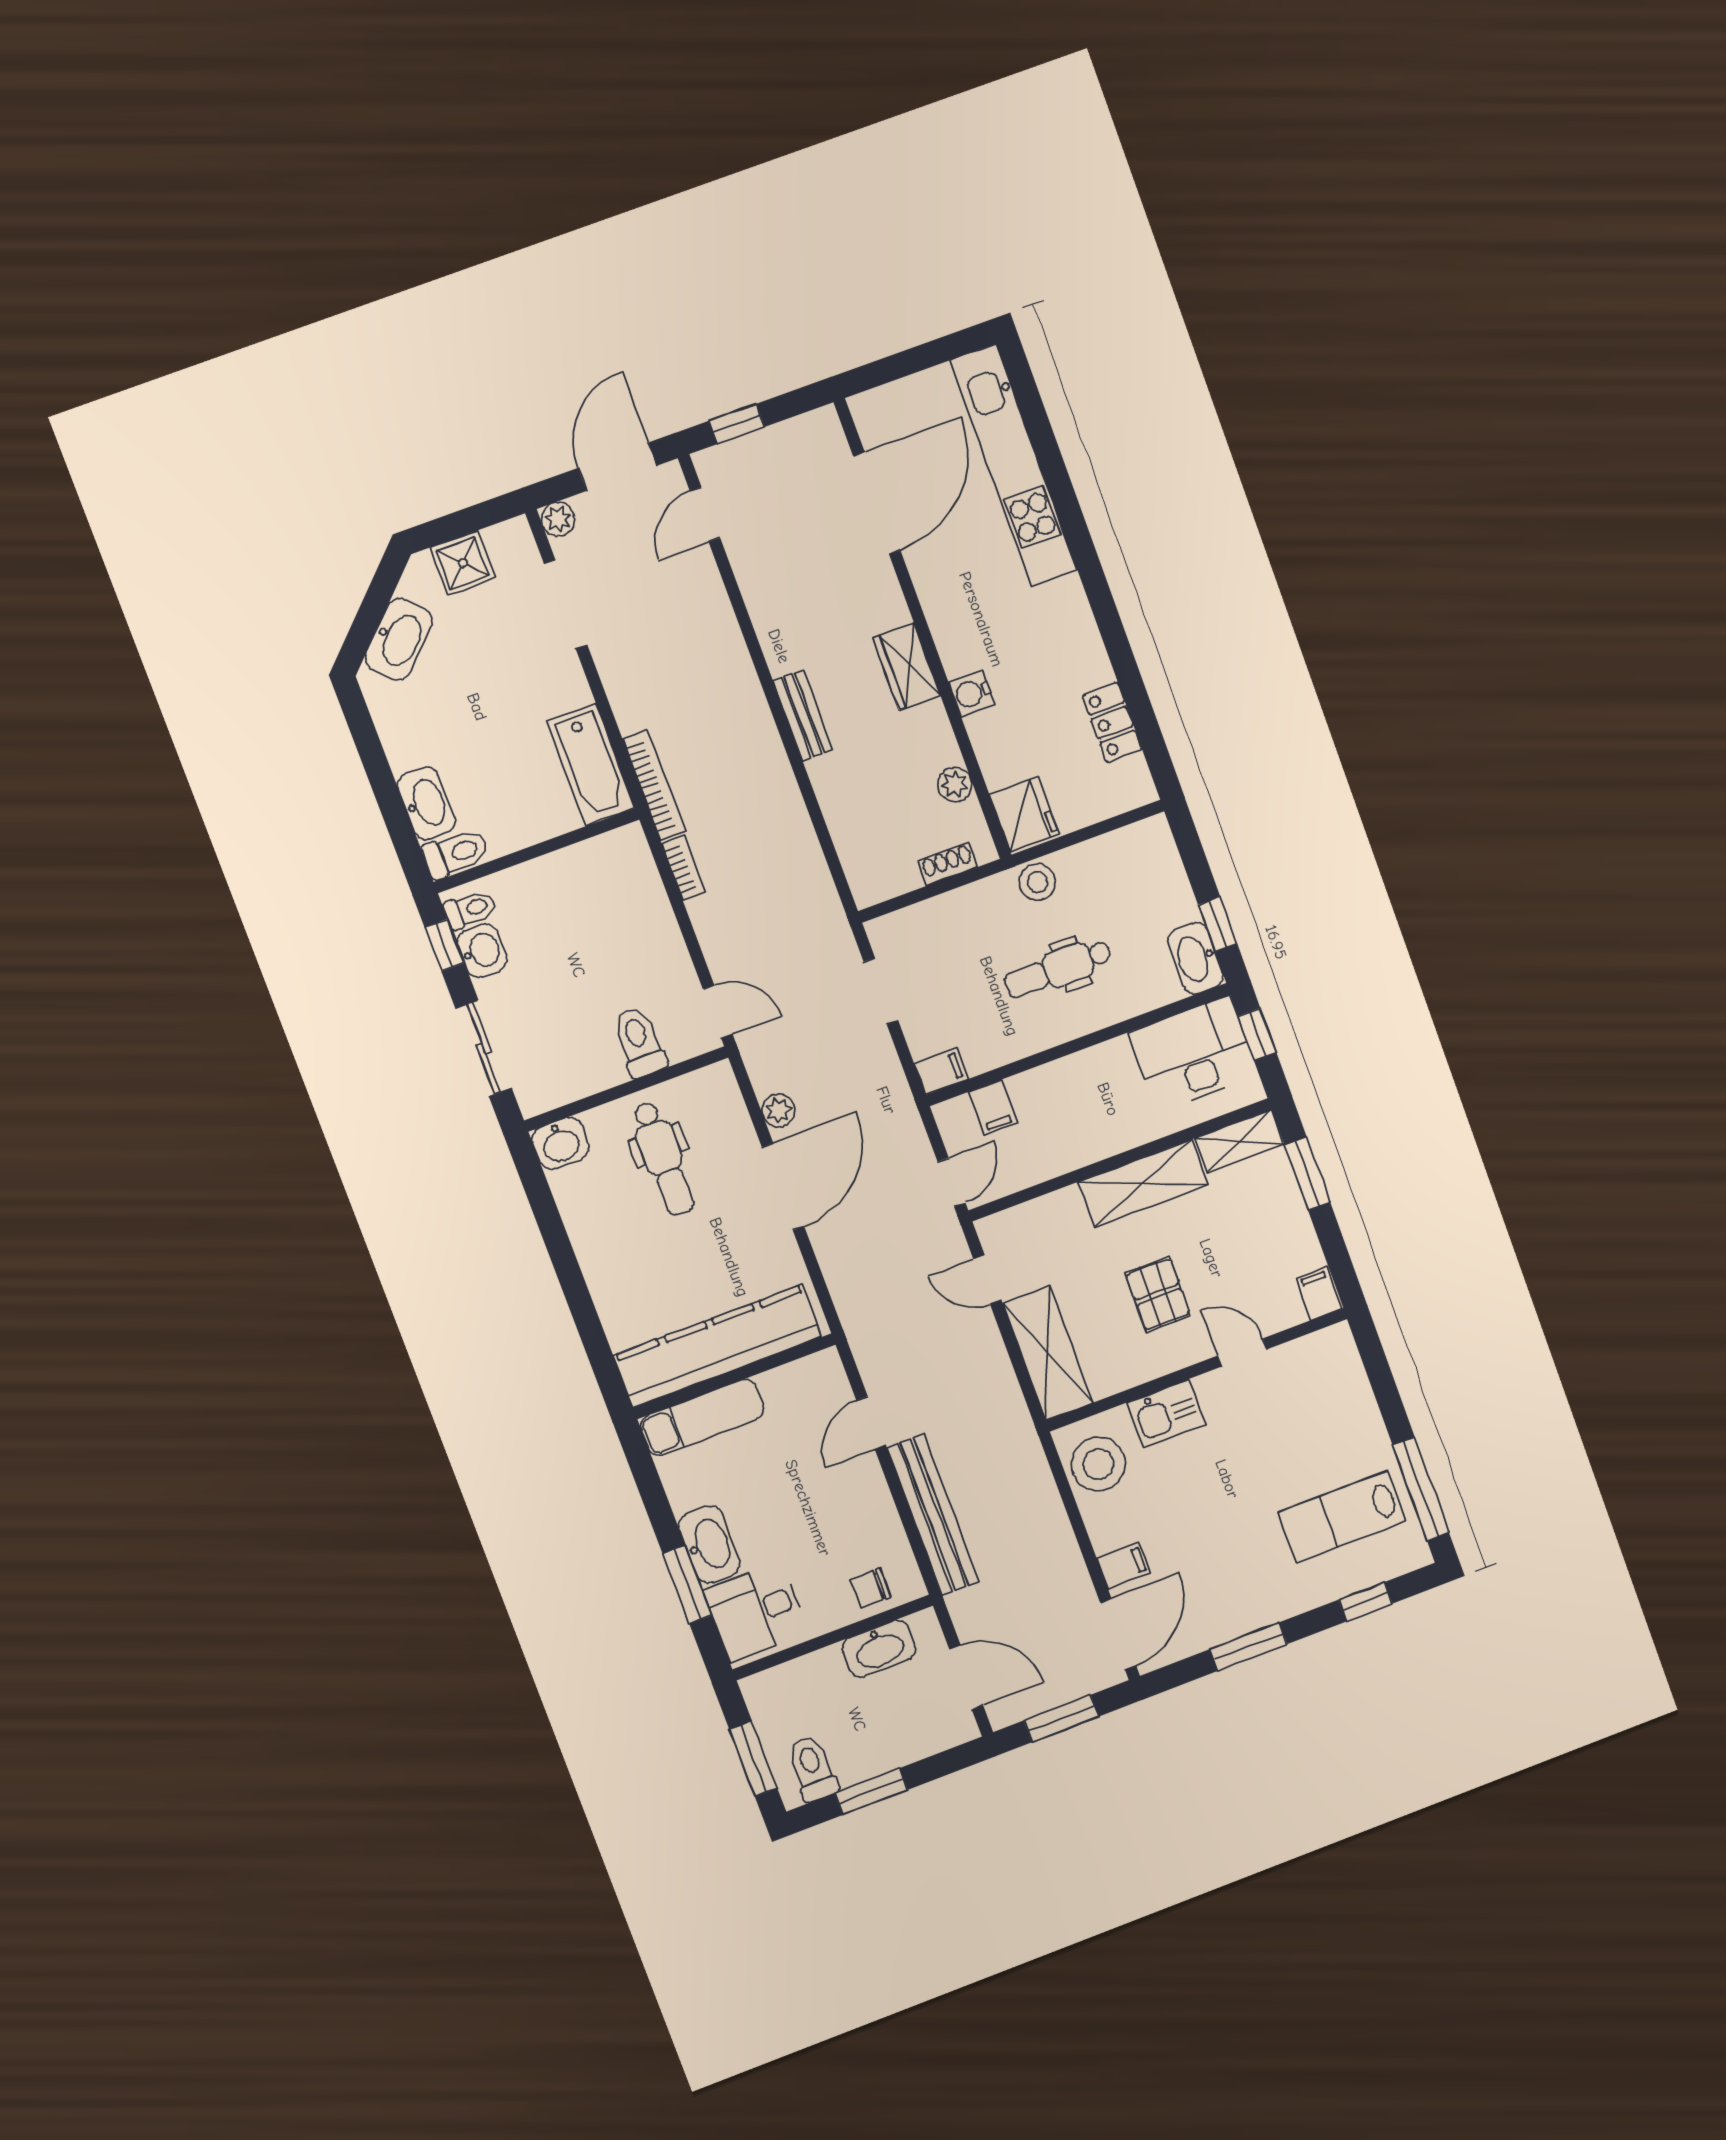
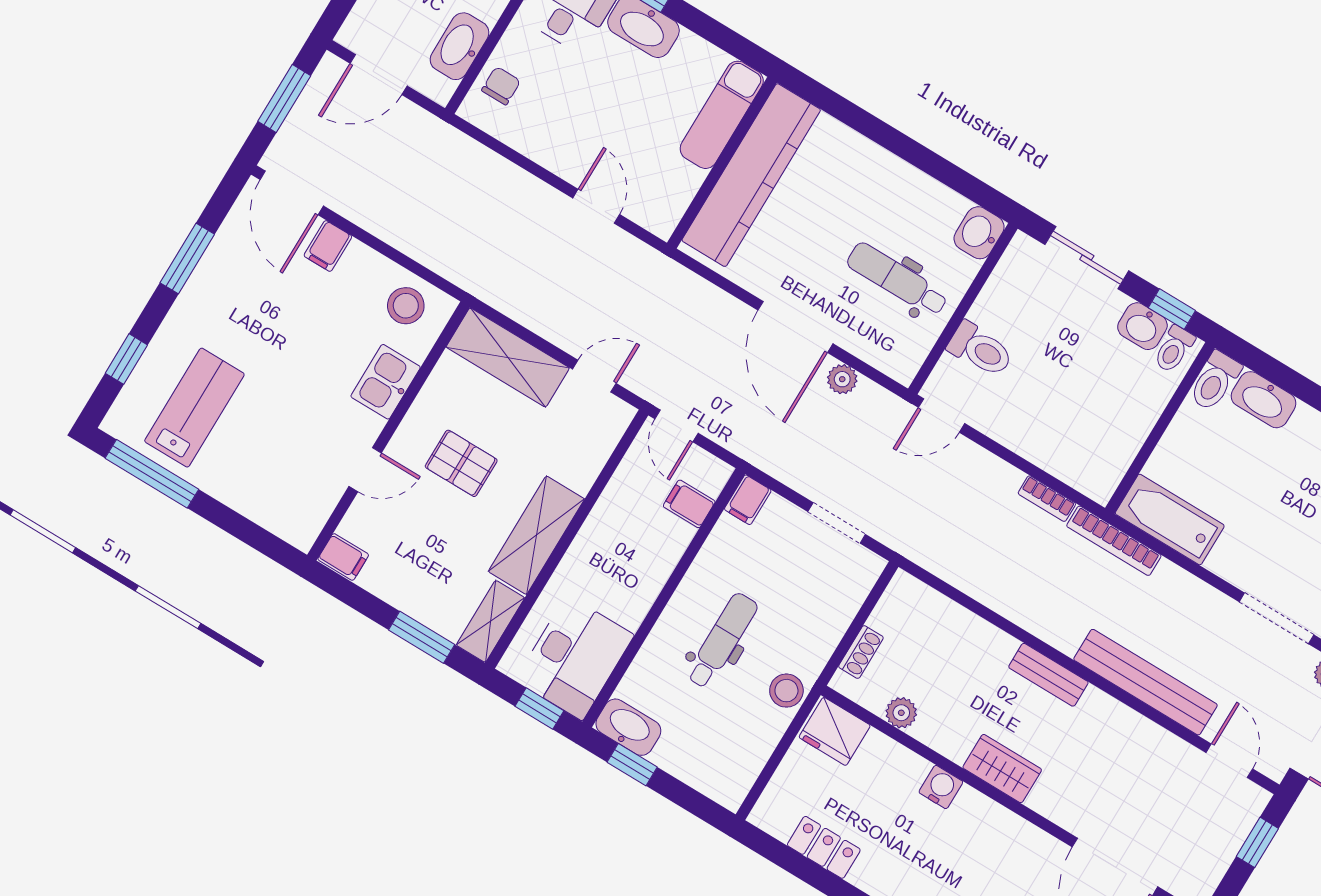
stool: (1098, 1464) -> (406, 306), width x0.73, depth x0.73
bench: (933, 1515) -> (1146, 682), moved

